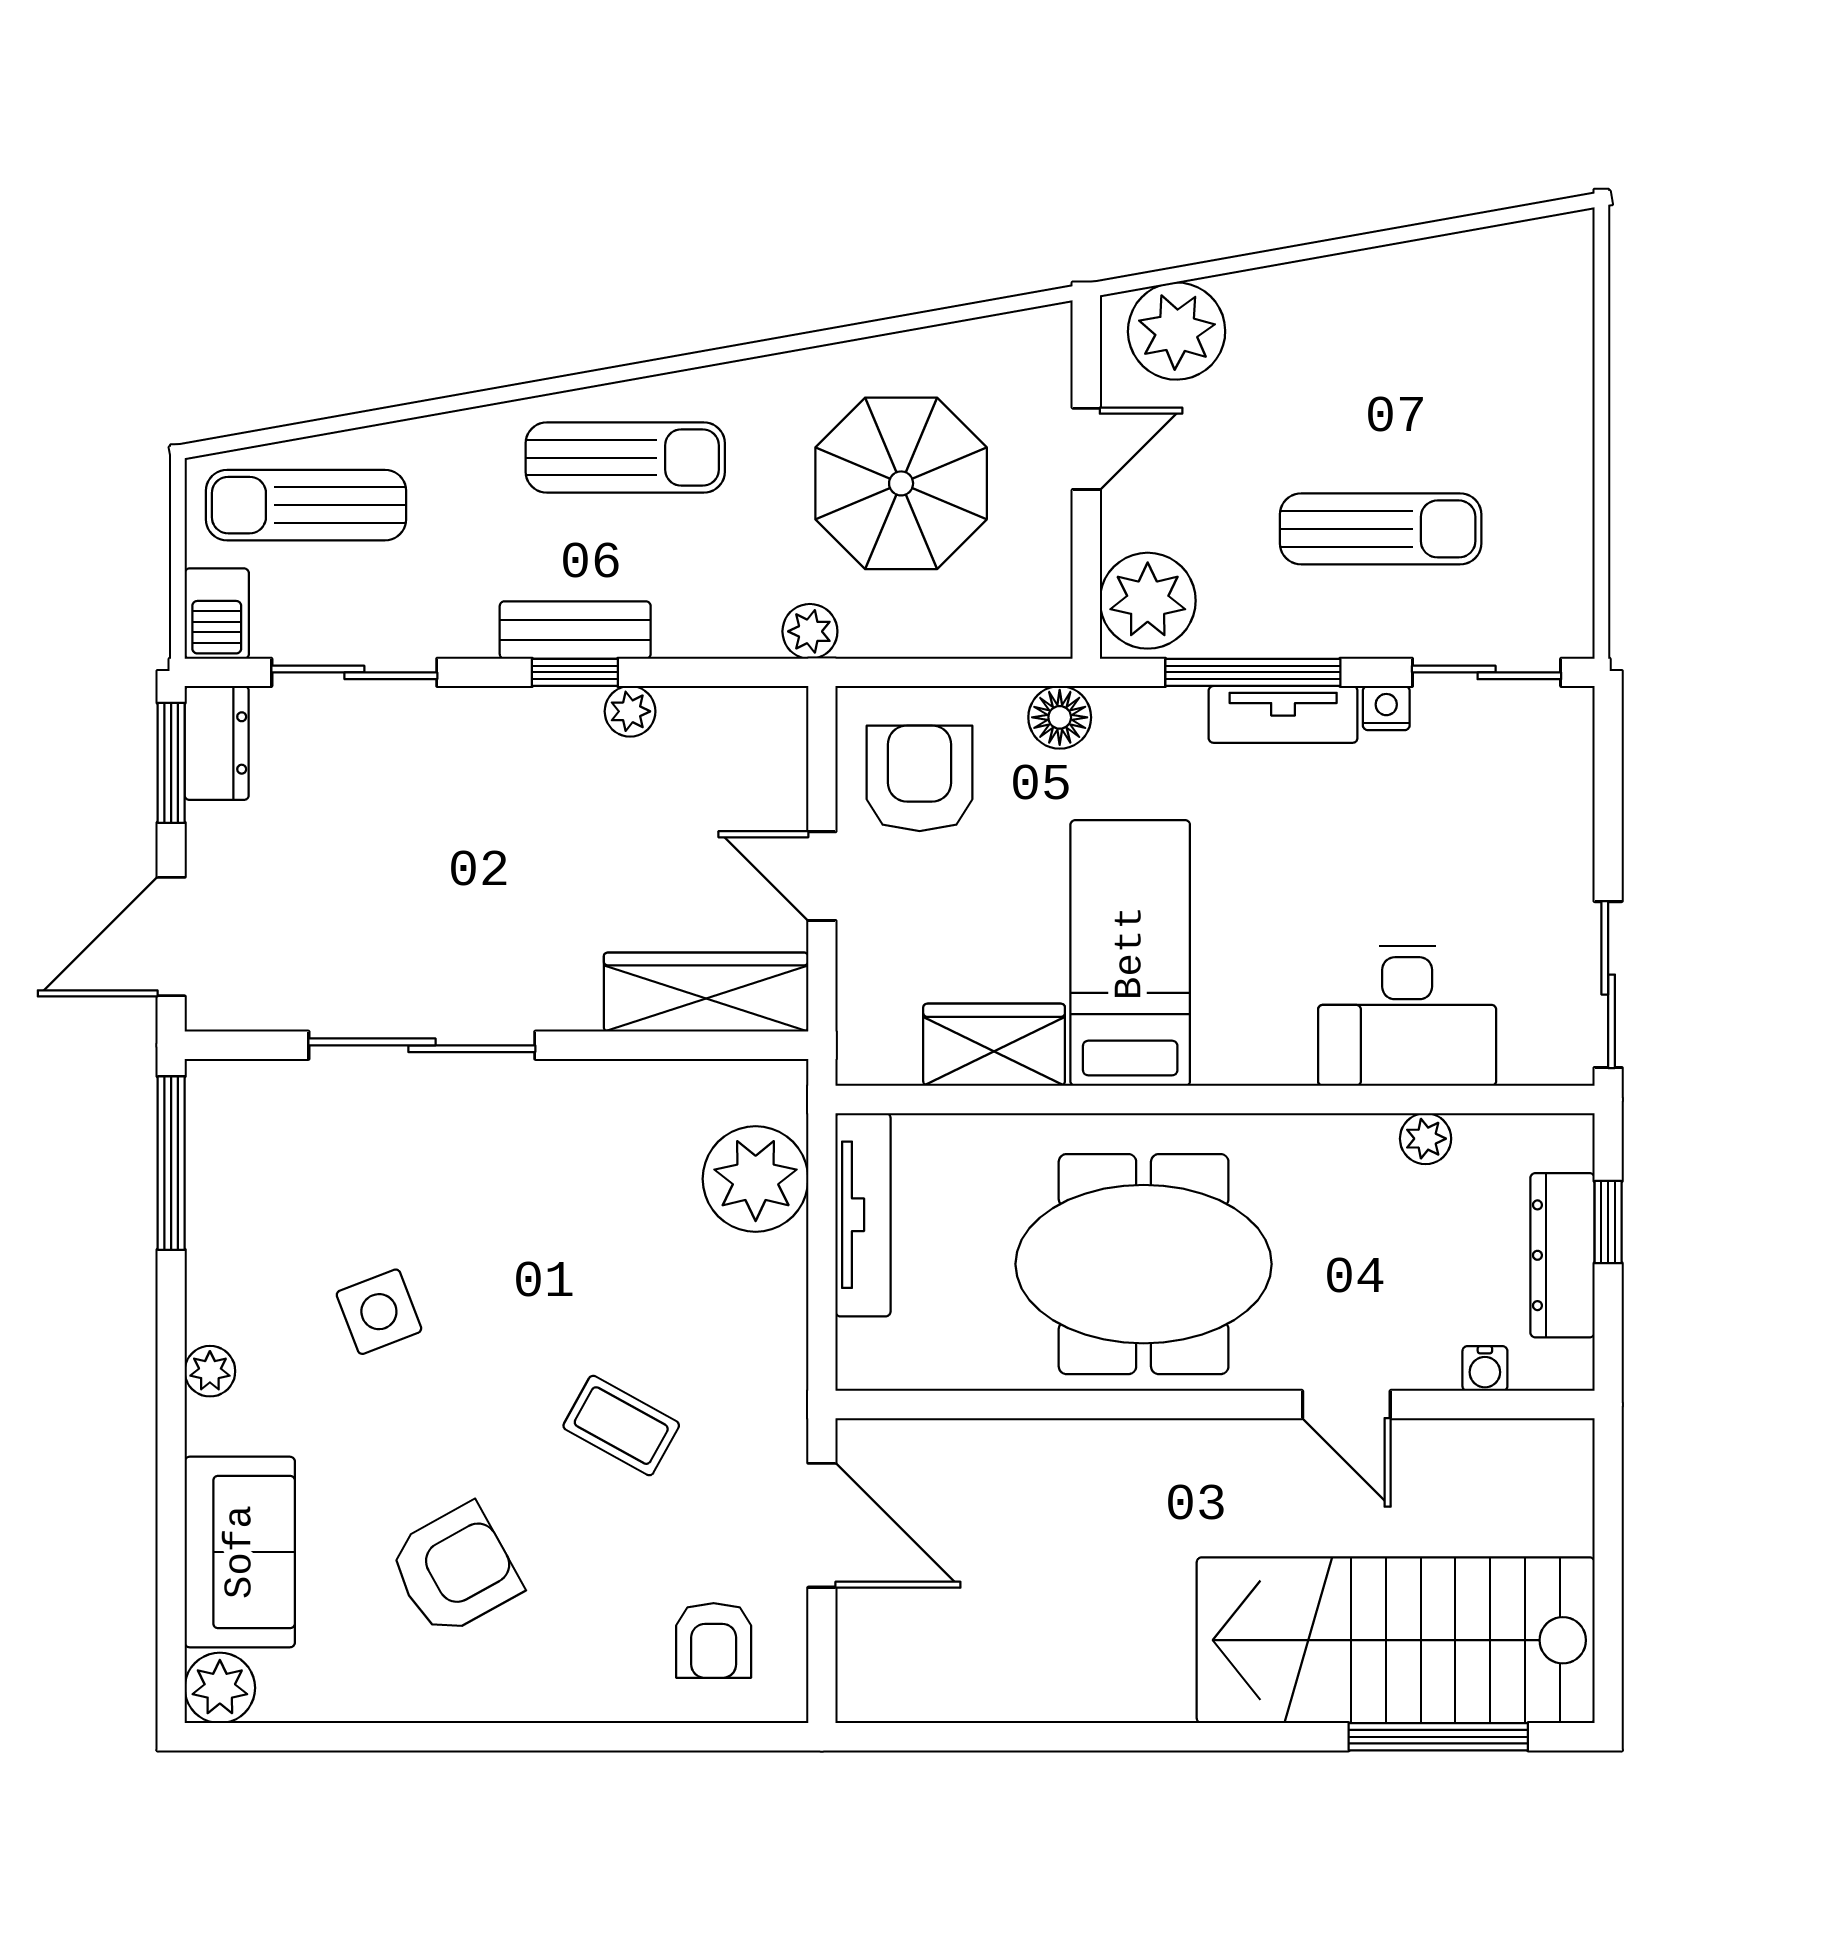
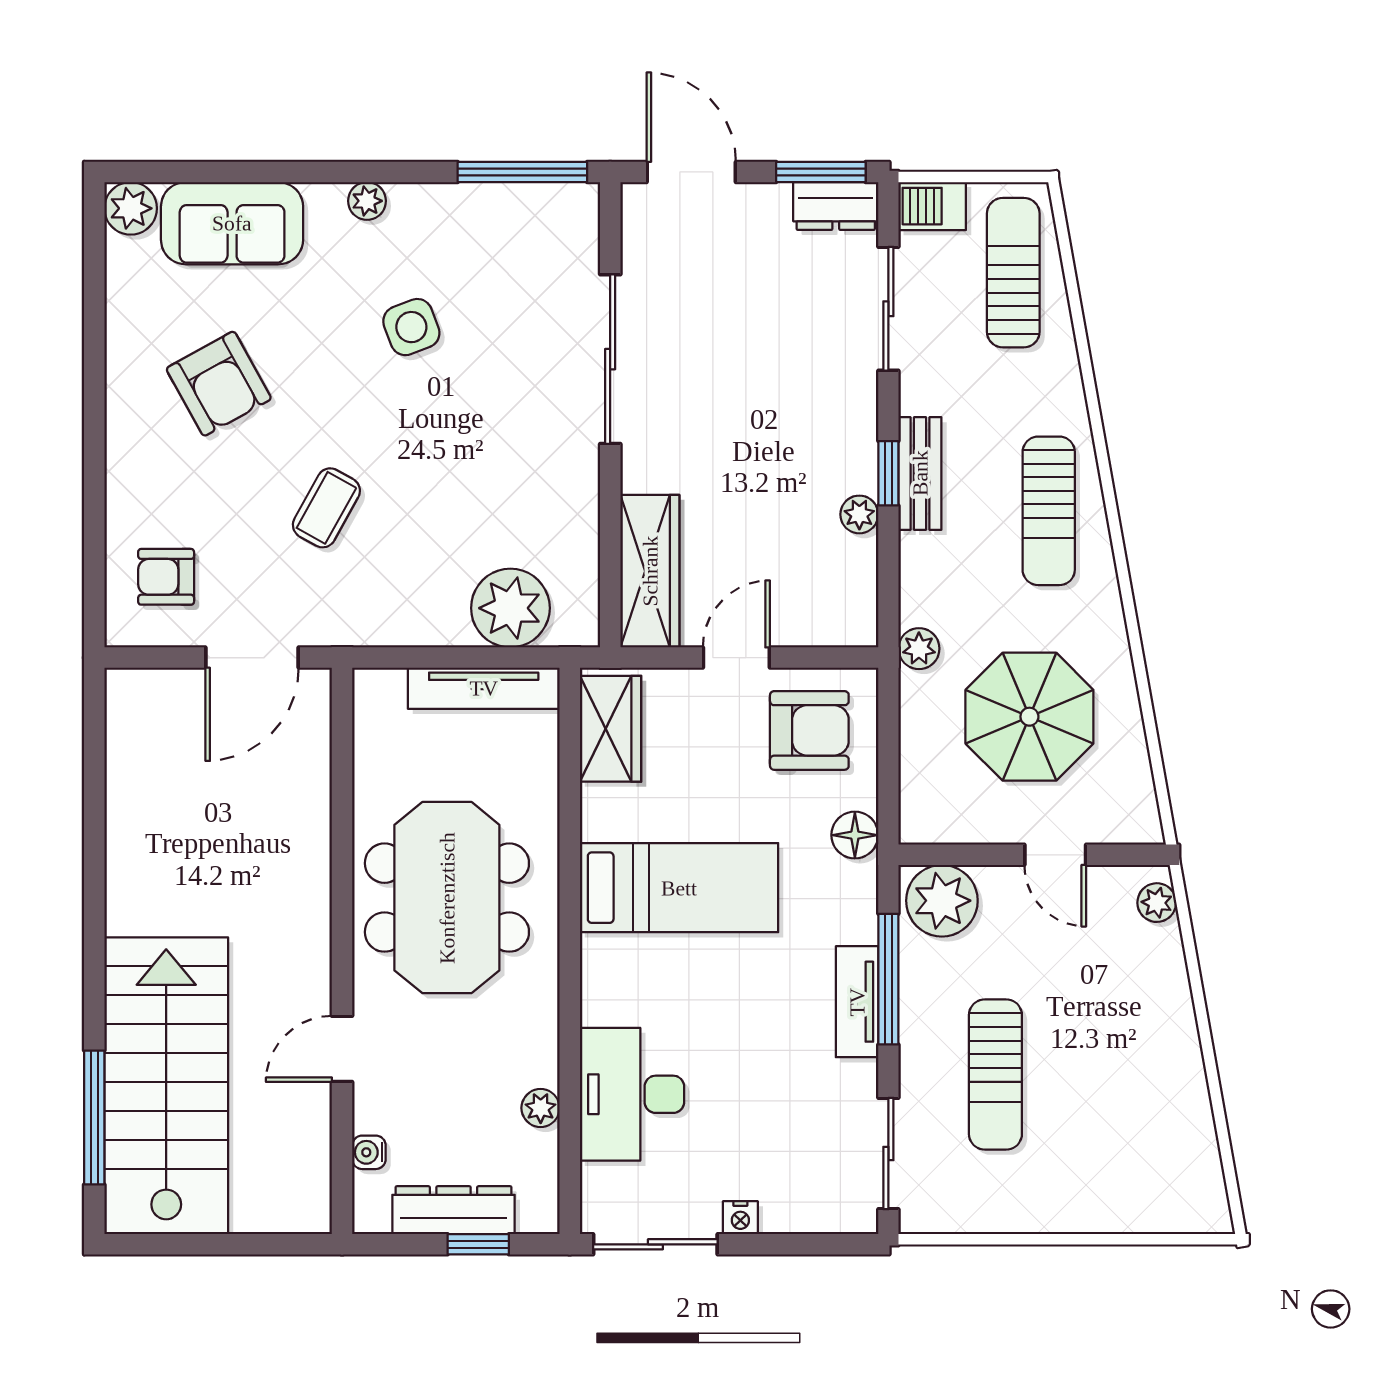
plant: (1177, 331) -> (1157, 903), width x0.53, depth x0.53
nightstand: (1386, 708) -> (740, 1218), moved, turned 90
wardrobe: (994, 1045) -> (611, 729), moved

